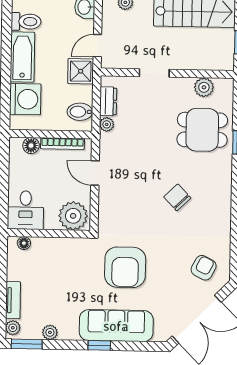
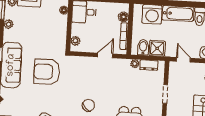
shower: (81, 71) -> (157, 48), moved
plant: (73, 216) -> (75, 41), width x0.53, depth x0.53

